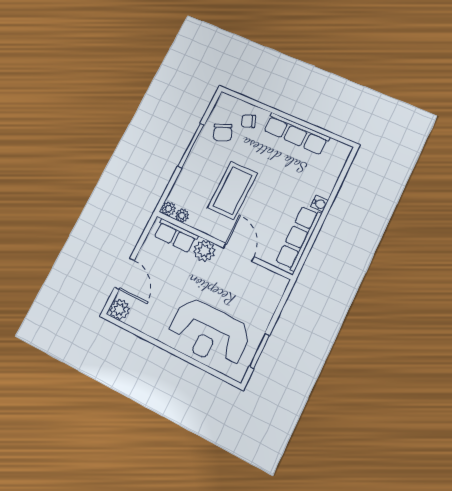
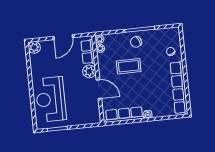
chair: (223, 132) -> (136, 42), moved
row of seats: (296, 134) -> (179, 88), width x1.36
coffee table: (232, 191) -> (129, 66), width x0.73, depth x0.76
door: (239, 252) -> (99, 89), hinge flipped
door: (124, 274) -> (63, 37), moved

